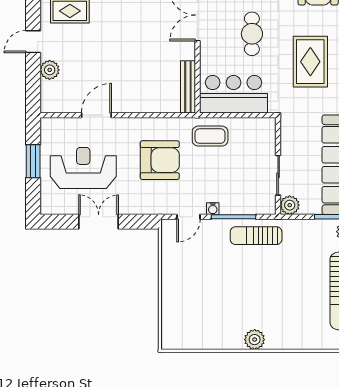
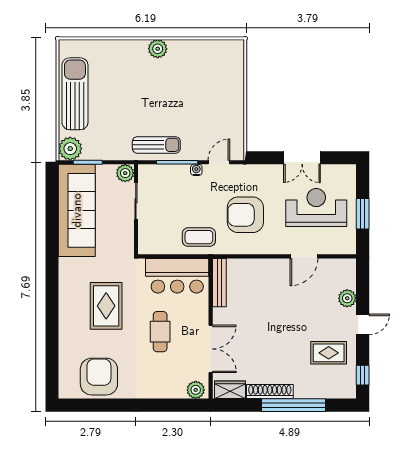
reception desk: (83, 168) -> (316, 207), turned 180

